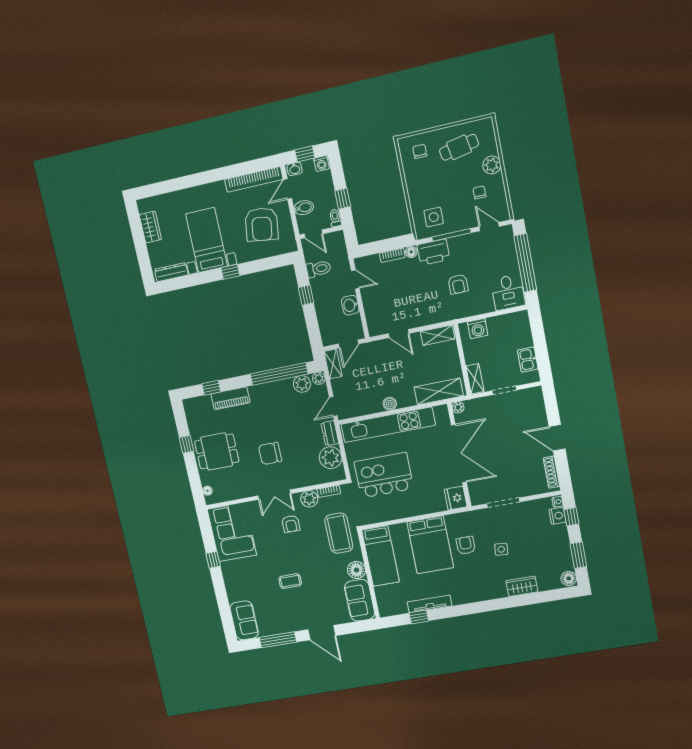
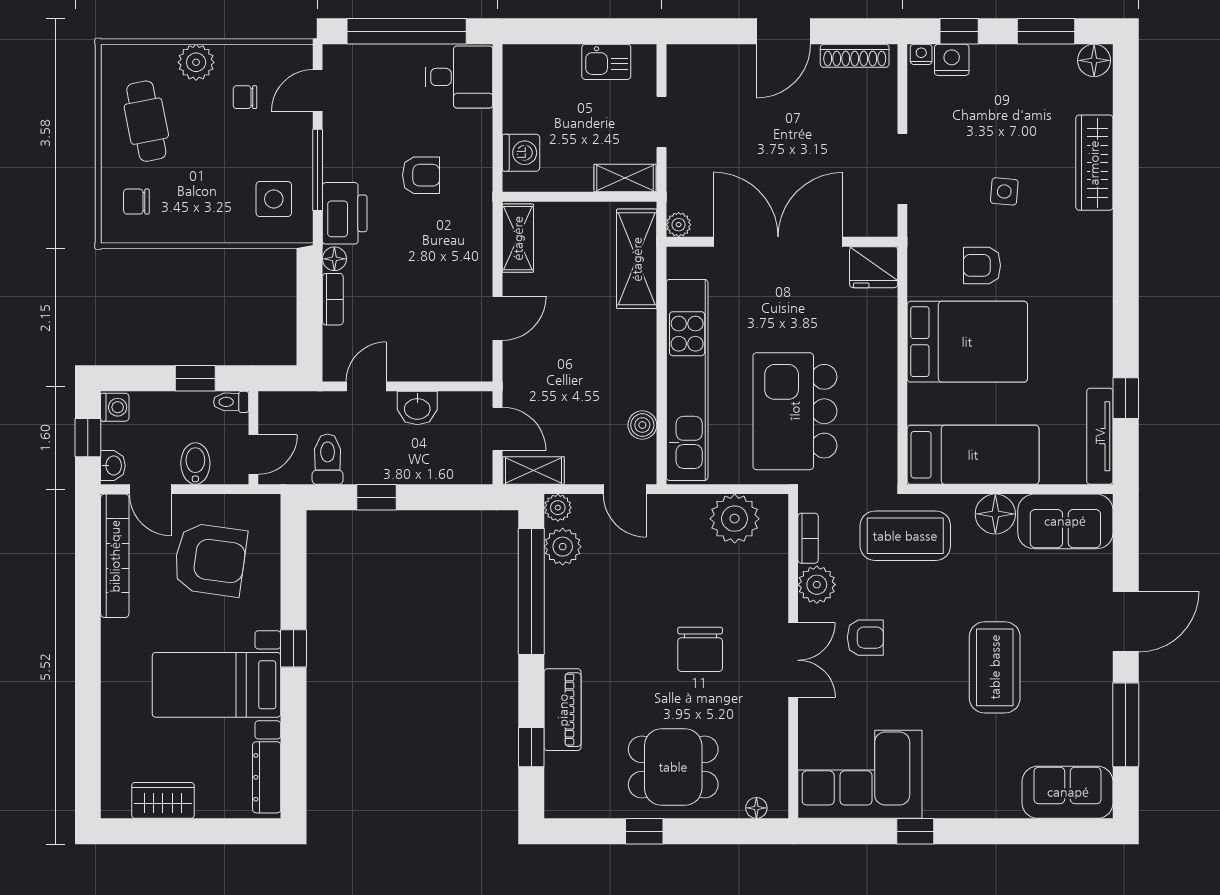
boiler: (390, 404) -> (642, 425), moved
dresser: (330, 433) -> (681, 509), removed
dining table: (217, 451) -> (673, 767), turned 90
coffee table: (290, 581) -> (995, 667), width x1.86, depth x1.72
wardrobe: (522, 586) -> (1094, 163), width x1.50
tv unit: (429, 604) -> (1100, 436), moved

